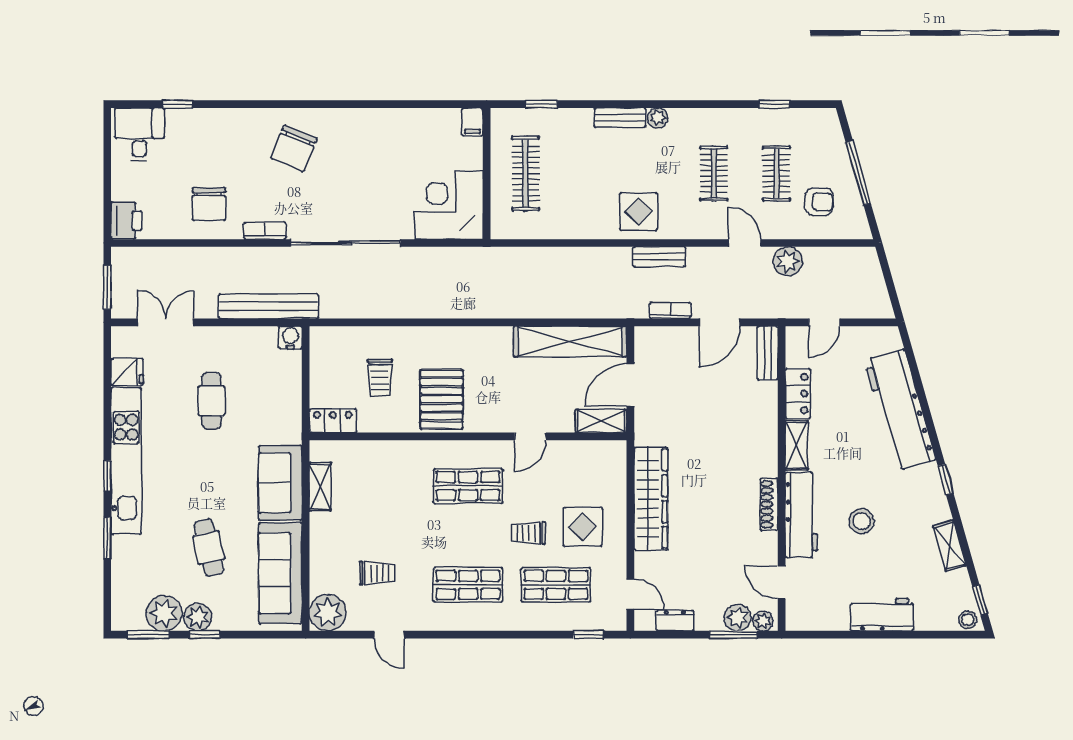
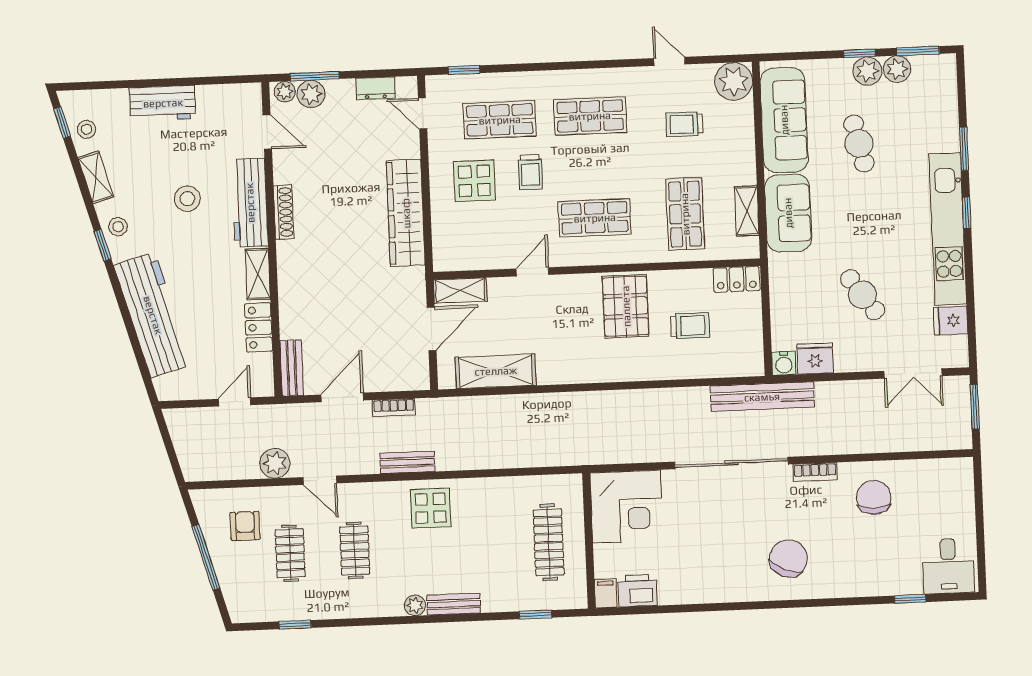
armchair: (819, 202) -> (245, 526), turned 90
printer: (126, 221) -> (638, 591), moved, turned 90
bench: (269, 306) -> (762, 397), moved
fridge: (260, 341) -> (815, 359), added
shelving: (570, 341) -> (496, 371), width x0.68
trolley: (380, 378) -> (690, 326), turned 90
cafe table: (211, 401) -> (863, 295), turned -36
shop shelf: (380, 486) -> (685, 214), added
stool: (930, 497) -> (118, 227), added
trolley: (528, 533) -> (530, 172), turned 90
plant: (164, 613) -> (897, 69), width x0.73, depth x0.73
stool: (968, 620) -> (86, 129), moved

